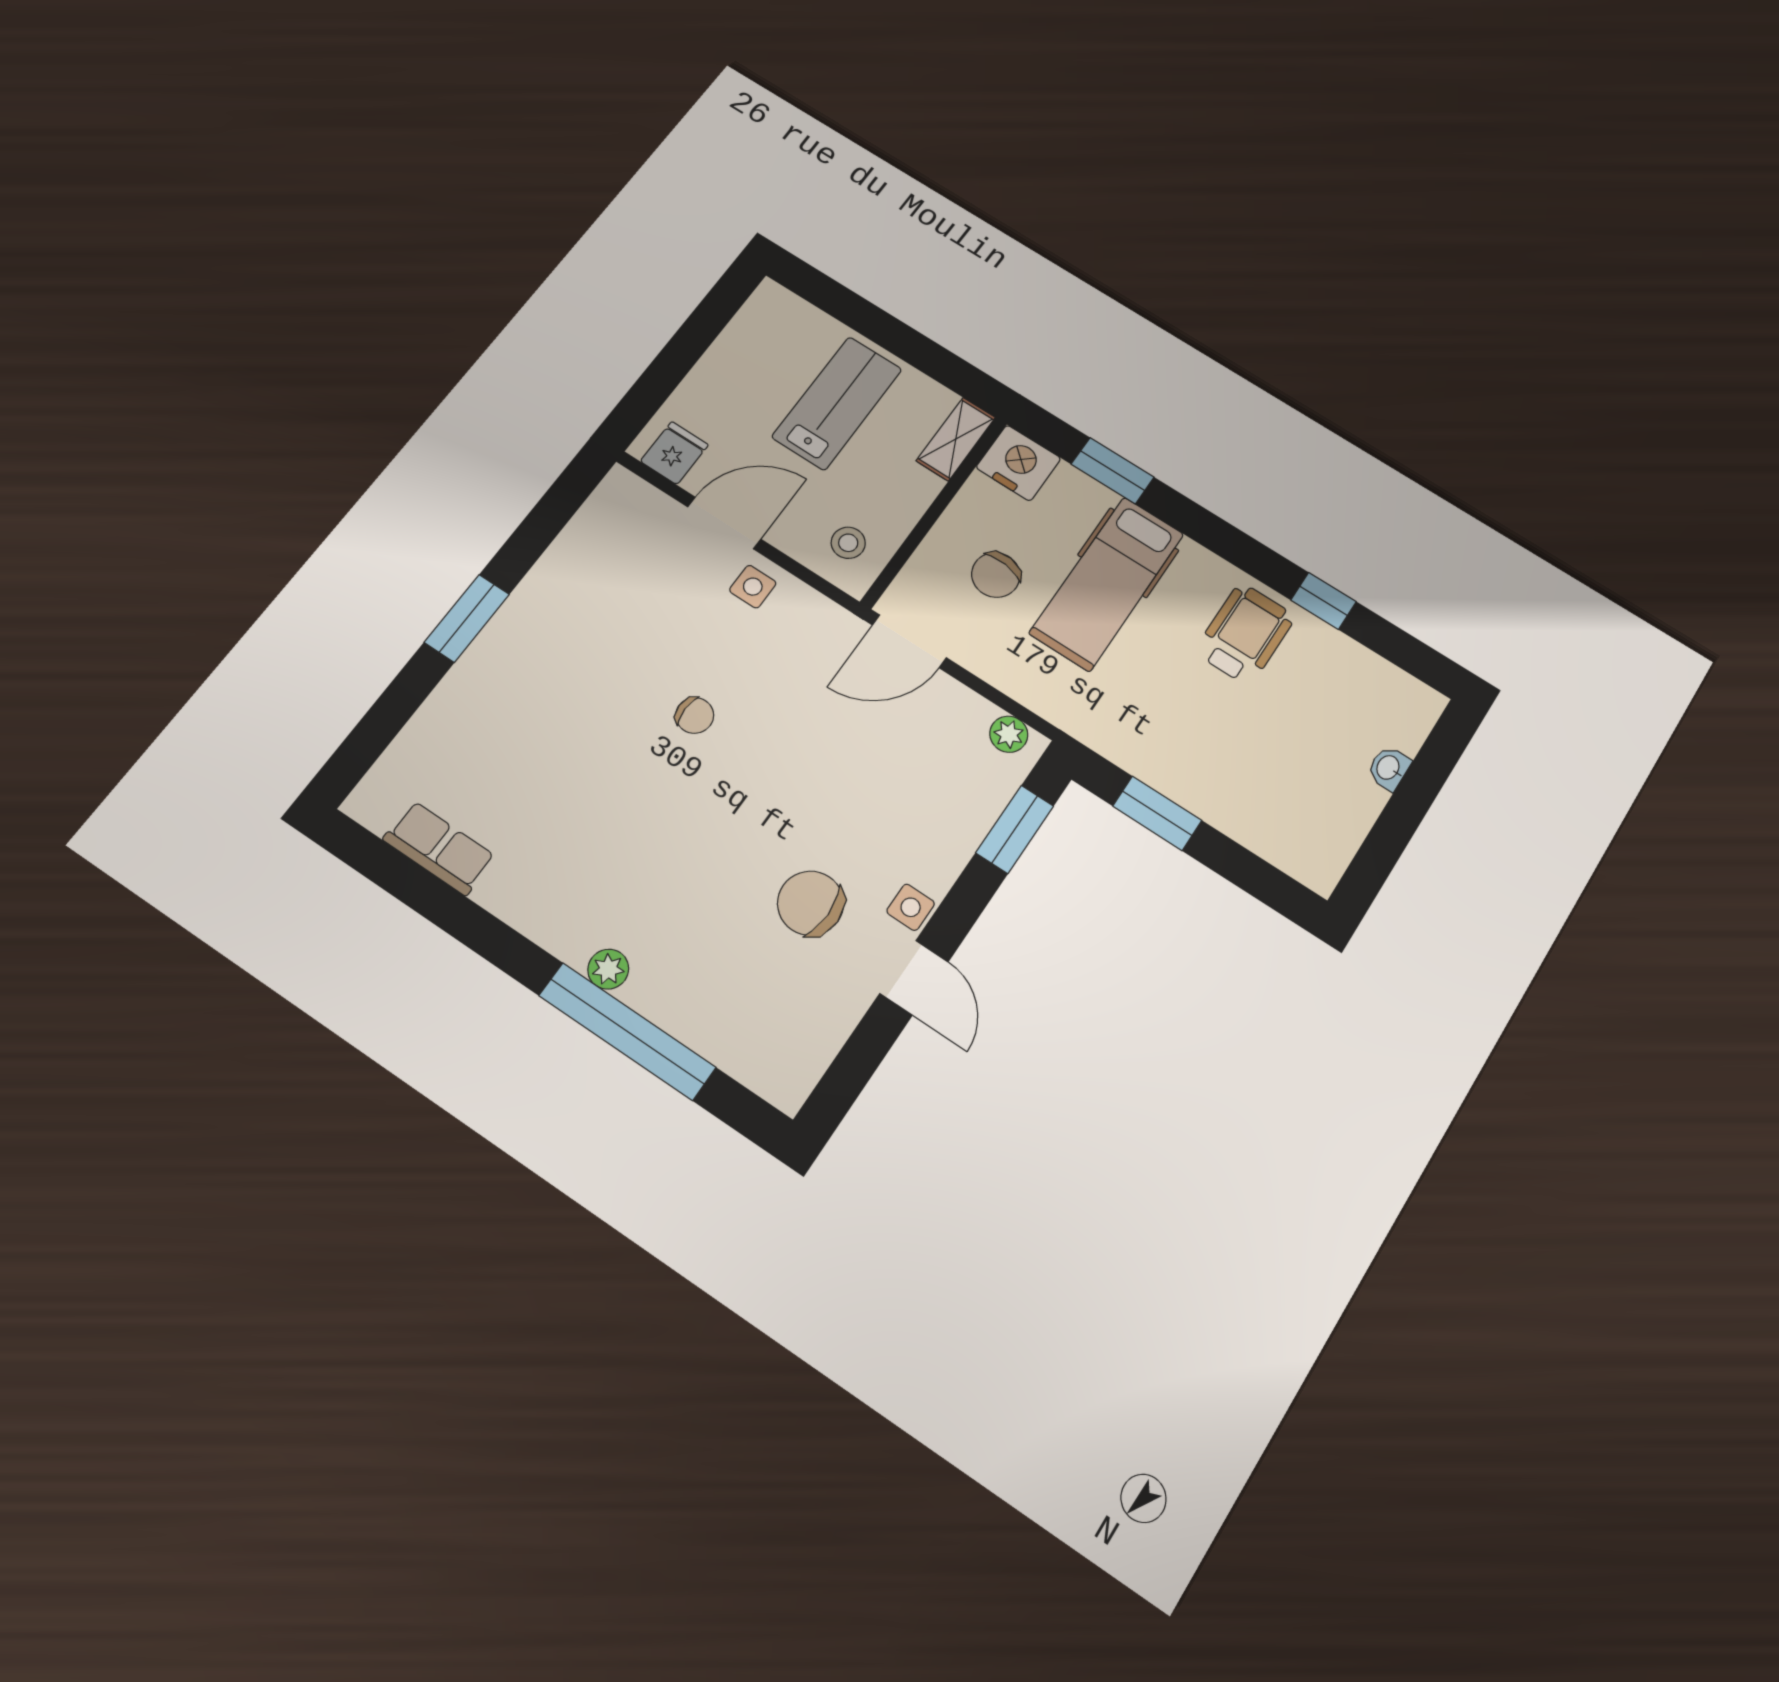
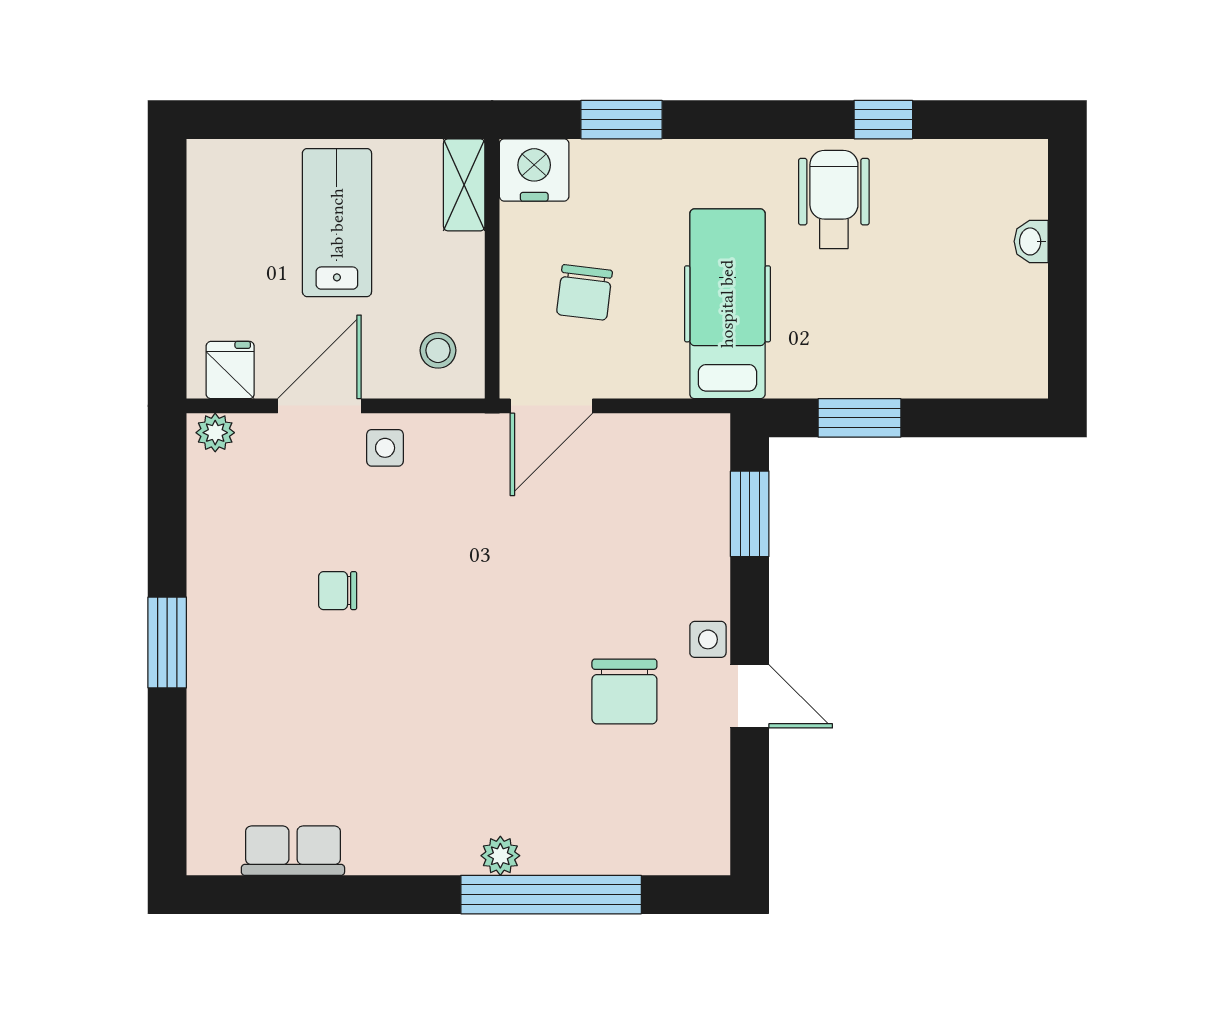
hospital bed: (1107, 583) -> (727, 304), moved, turned 180
chair: (695, 715) -> (338, 591), moved, turned 180
plant: (1009, 734) -> (215, 433), moved
chair: (811, 903) -> (624, 691), turned -90

